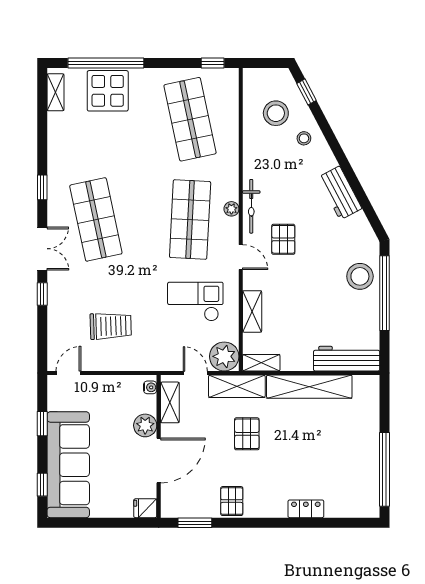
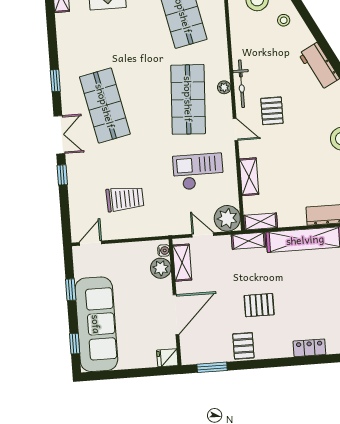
shelving: (237, 386) -> (249, 241), width x0.67, depth x0.75
plant: (145, 425) -> (161, 268), moved
pallet: (247, 434) -> (259, 305), moved, turned 90

